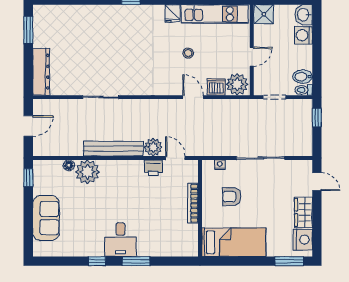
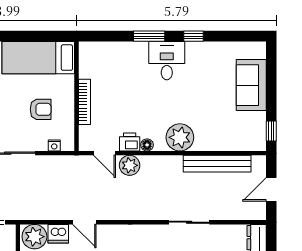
bench: (113, 149) -> (217, 164), moved
floor lamp: (69, 165) -> (147, 145), moved
plant: (87, 172) -> (180, 137), moved

